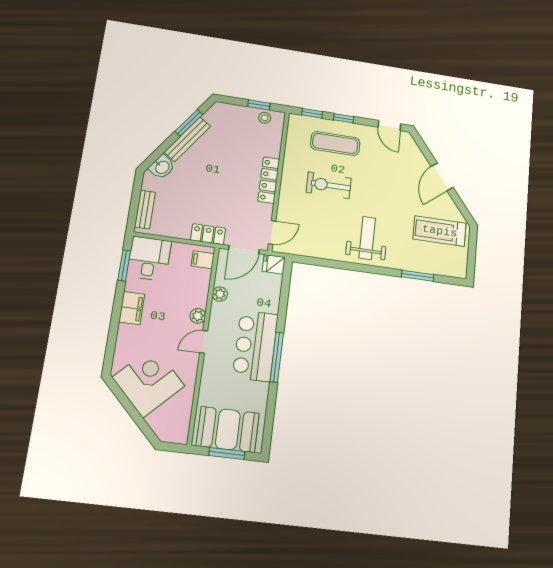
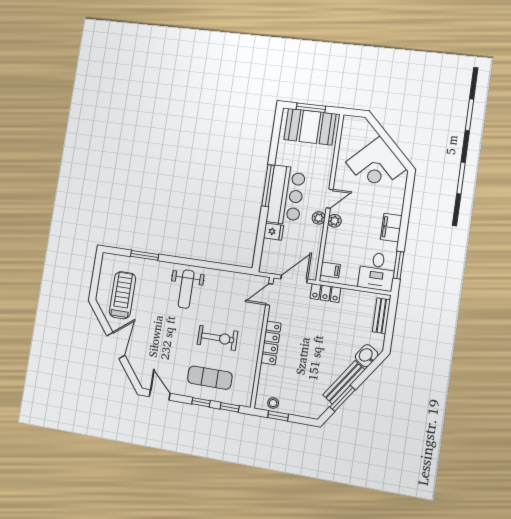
treadmill: (440, 231) -> (122, 295), turned -90
fridge: (274, 264) -> (274, 232), moved
plant: (220, 294) -> (319, 218), moved

